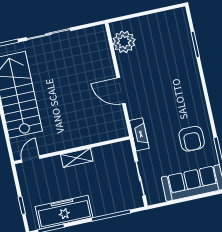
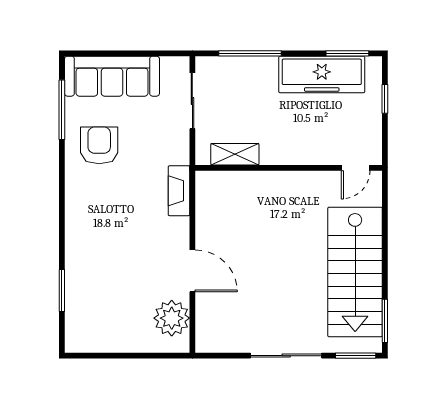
door: (121, 91) -> (192, 271), moved
fireplace: (139, 134) -> (179, 191), moved
shelving: (77, 158) -> (235, 154), moved

